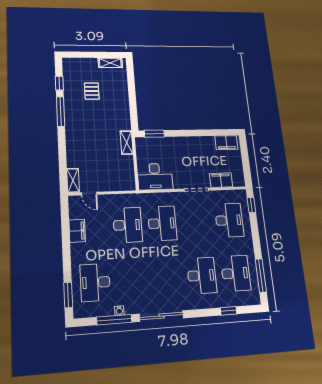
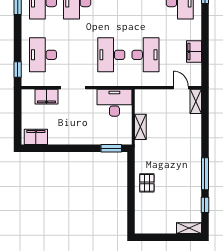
shelving: (110, 63) -> (189, 228), moved
pallet: (92, 91) -> (147, 183), moved
shelving: (127, 143) -> (140, 127), moved
desk: (128, 225) -> (145, 55), turned 180

